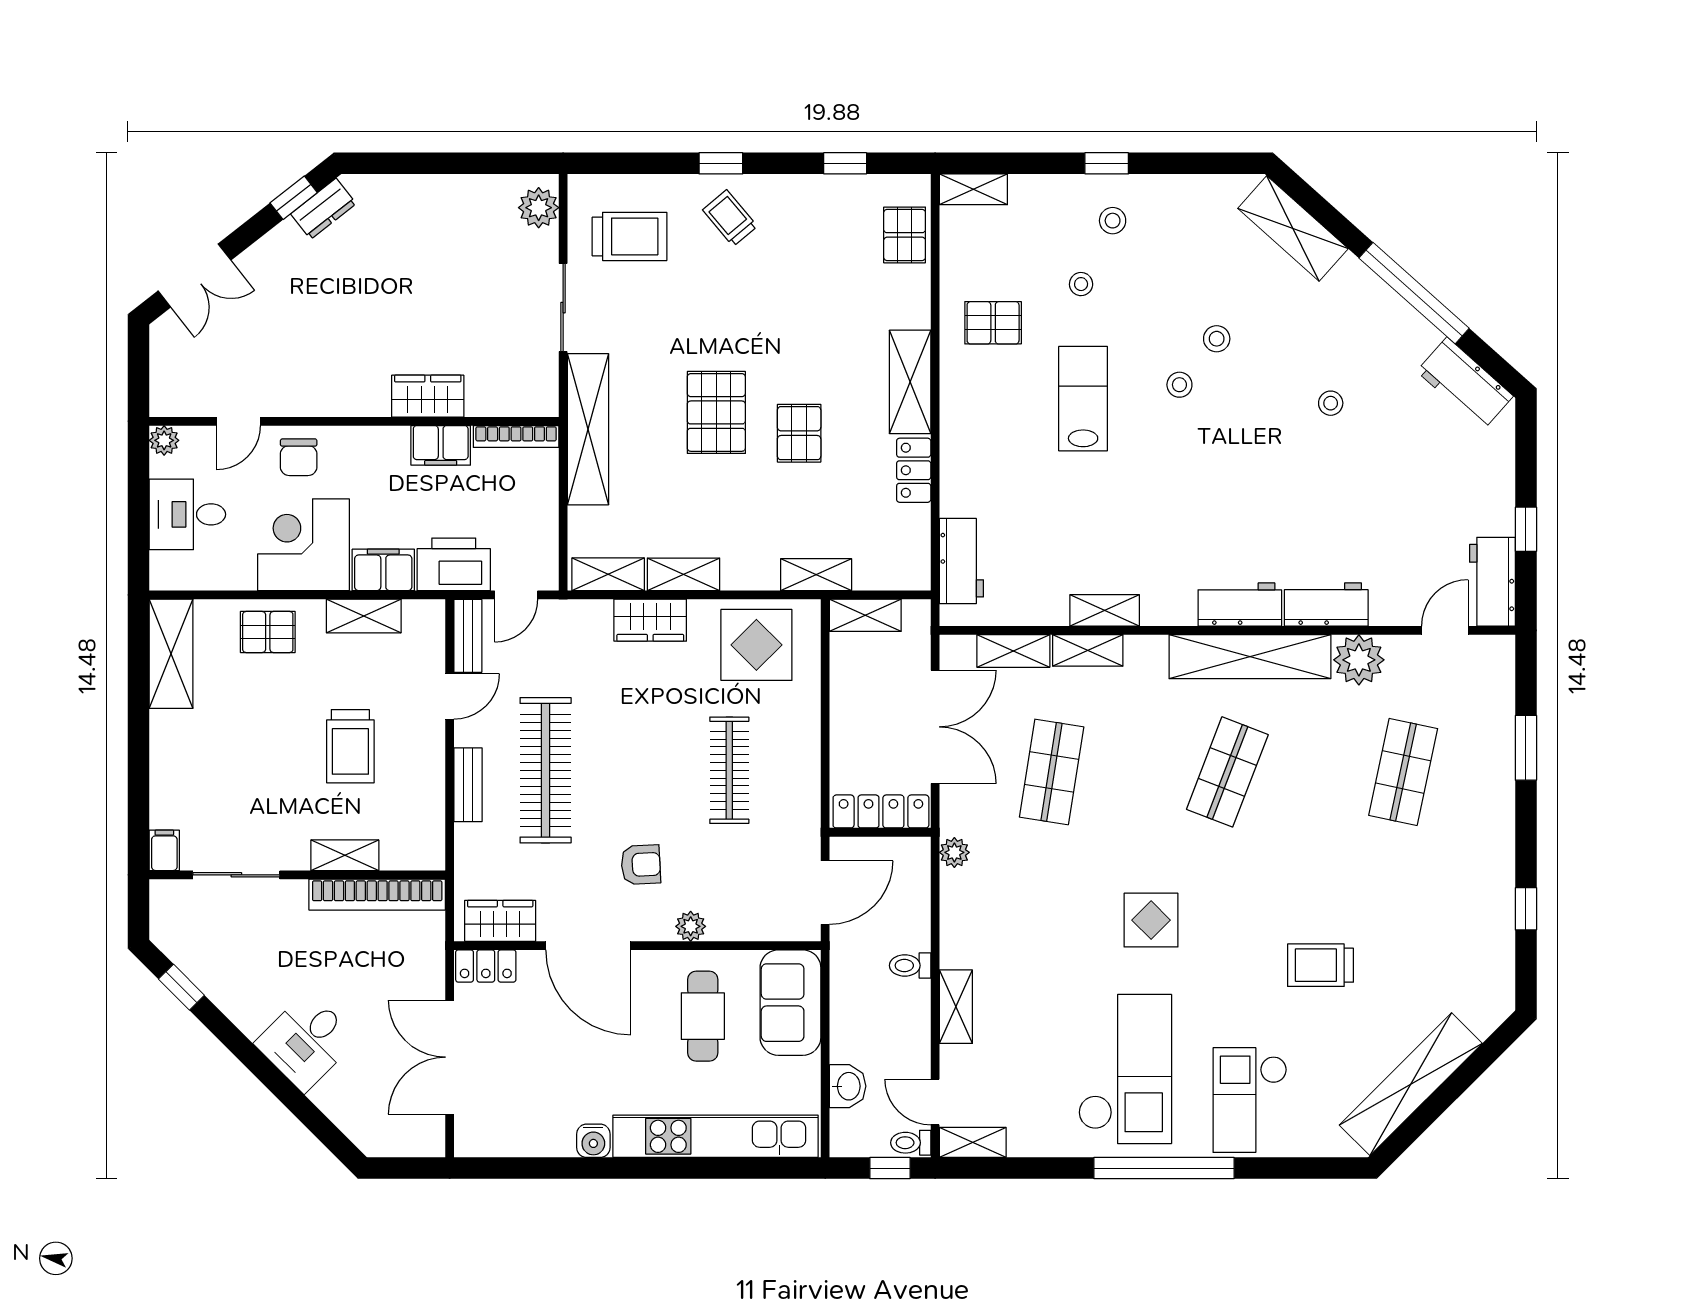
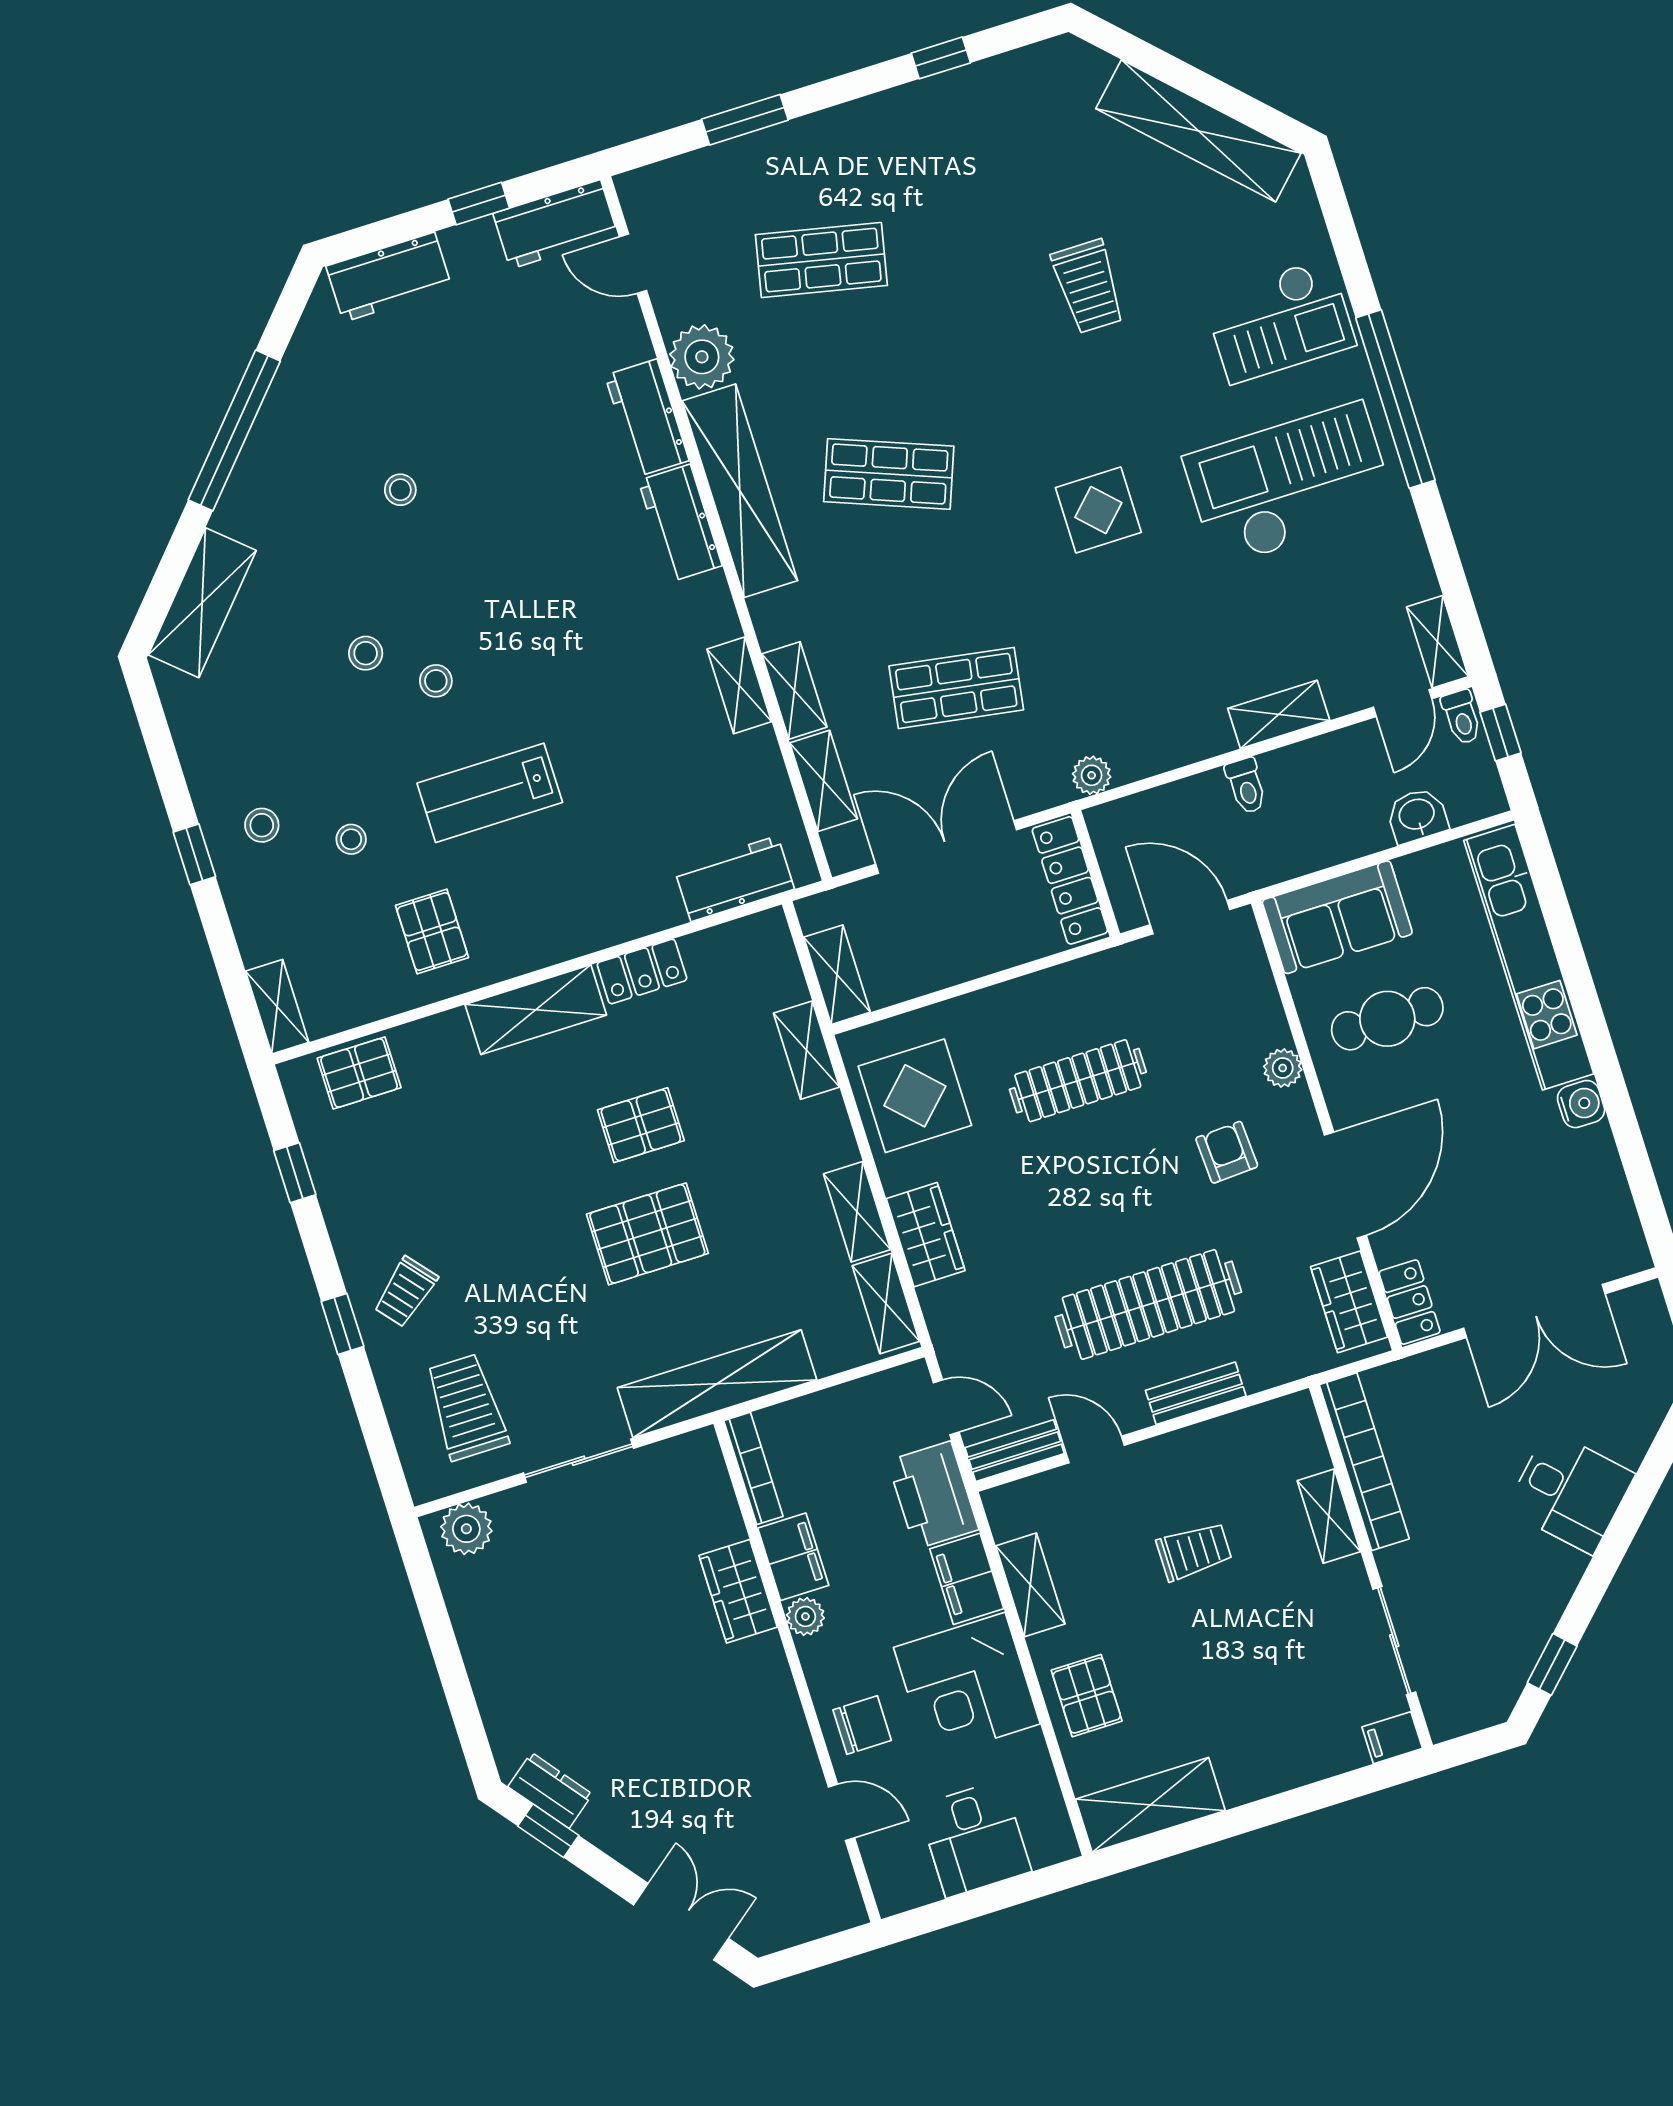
workbench: (1465, 384) -> (389, 277), moved, turned 48
plant: (164, 440) -> (805, 1616), moved
trolley: (350, 746) -> (1194, 1551), width x0.73, depth x0.72

